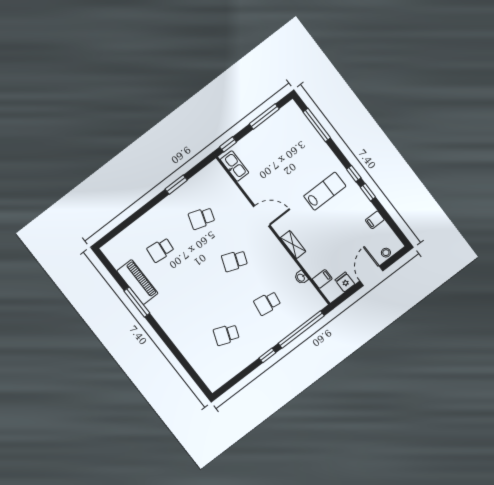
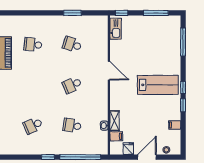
lab bench: (325, 191) -> (158, 85), width x1.36, depth x1.39
shelving: (293, 245) -> (115, 121), moved
school desk: (235, 261) -> (72, 85), turned -45
school desk: (226, 335) -> (33, 126), turned -45

